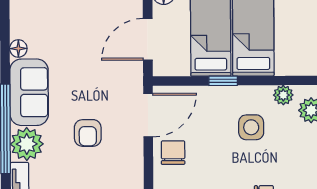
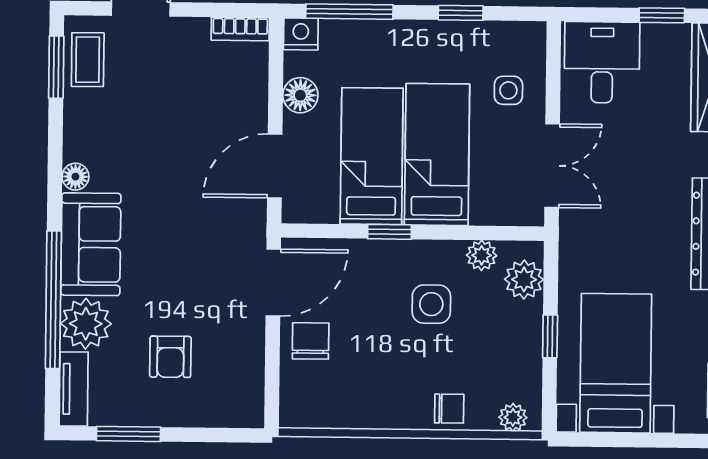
armchair: (88, 133) -> (170, 357), moved

